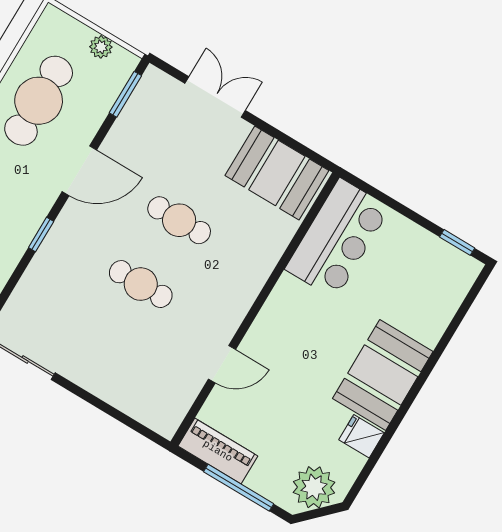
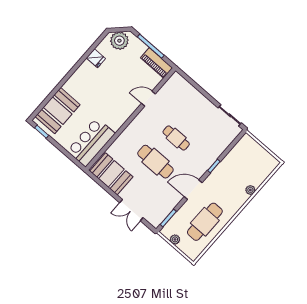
cafe table: (179, 220) -> (155, 162), width x1.37, depth x1.35
booth: (383, 375) -> (58, 111), moved

